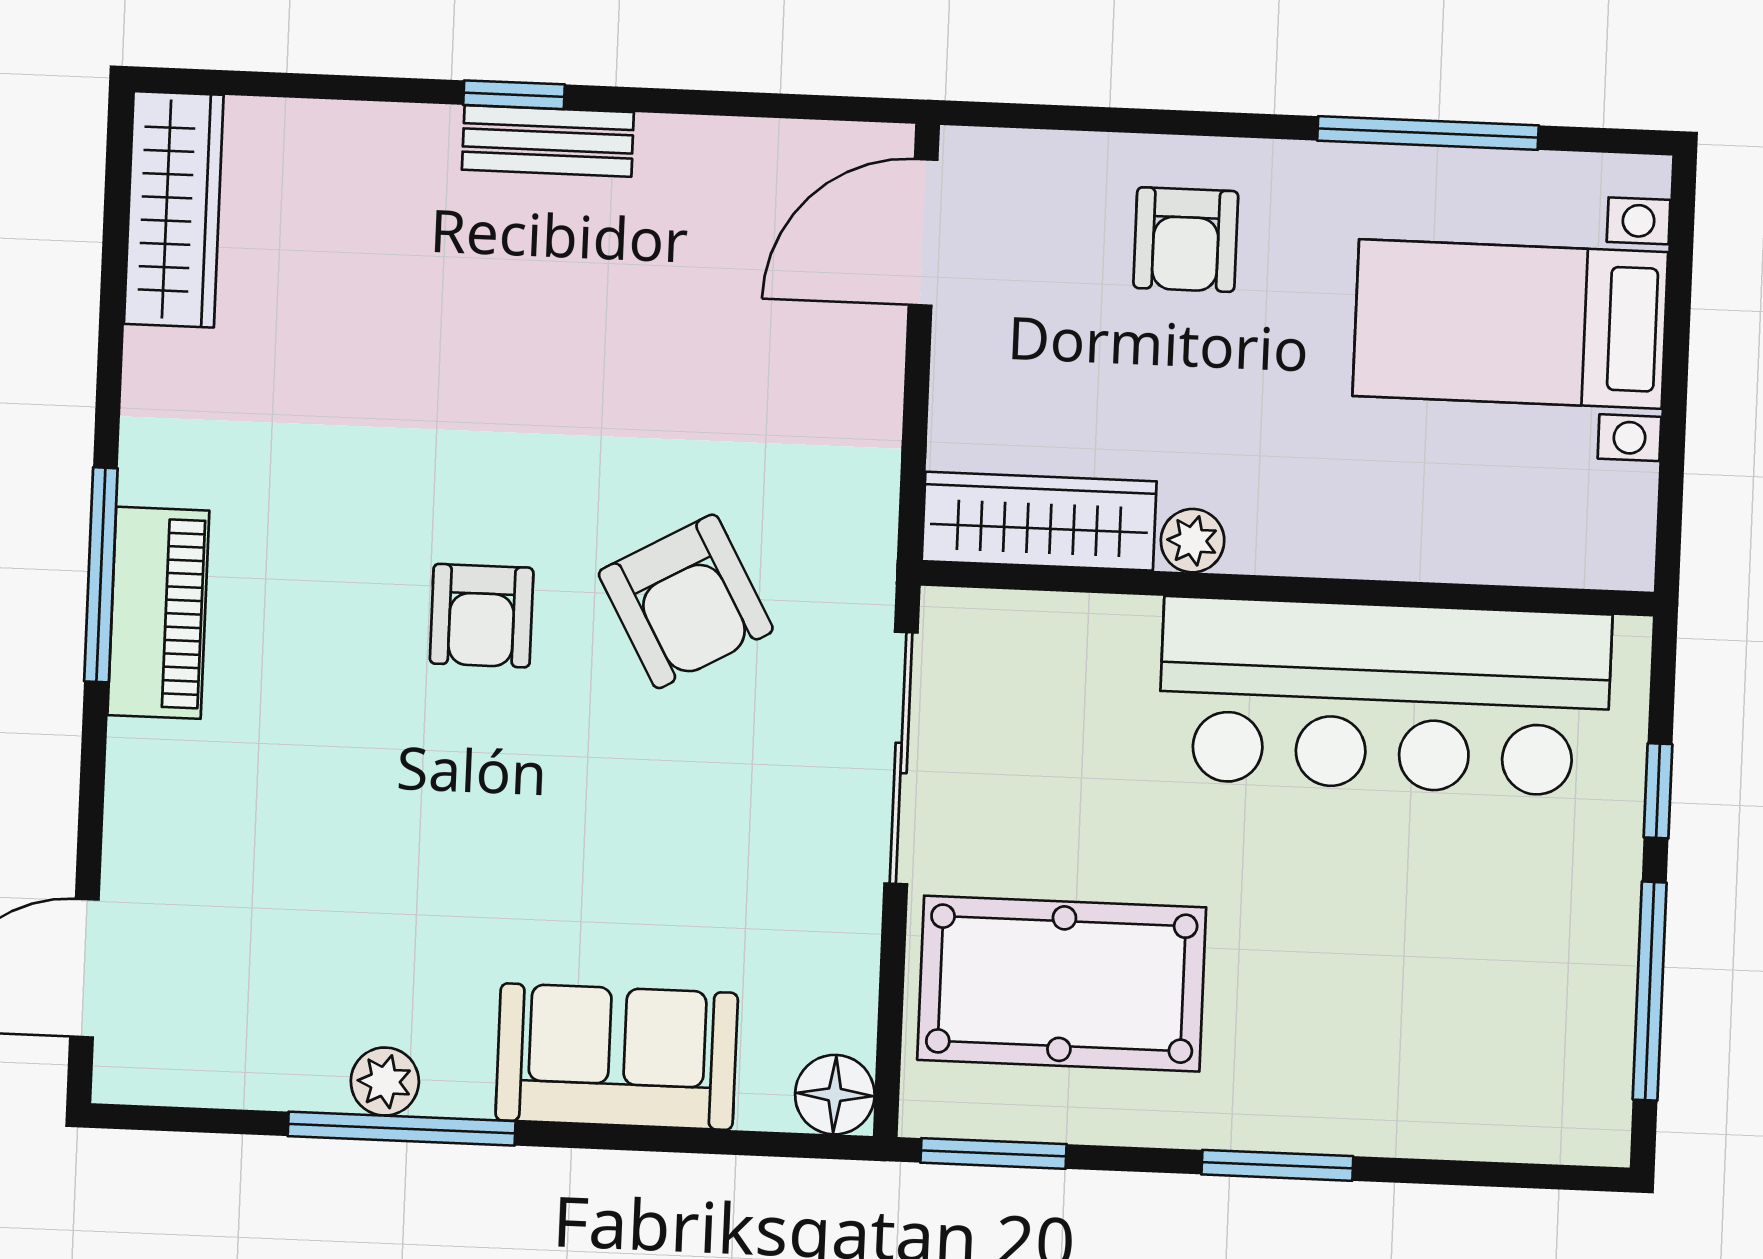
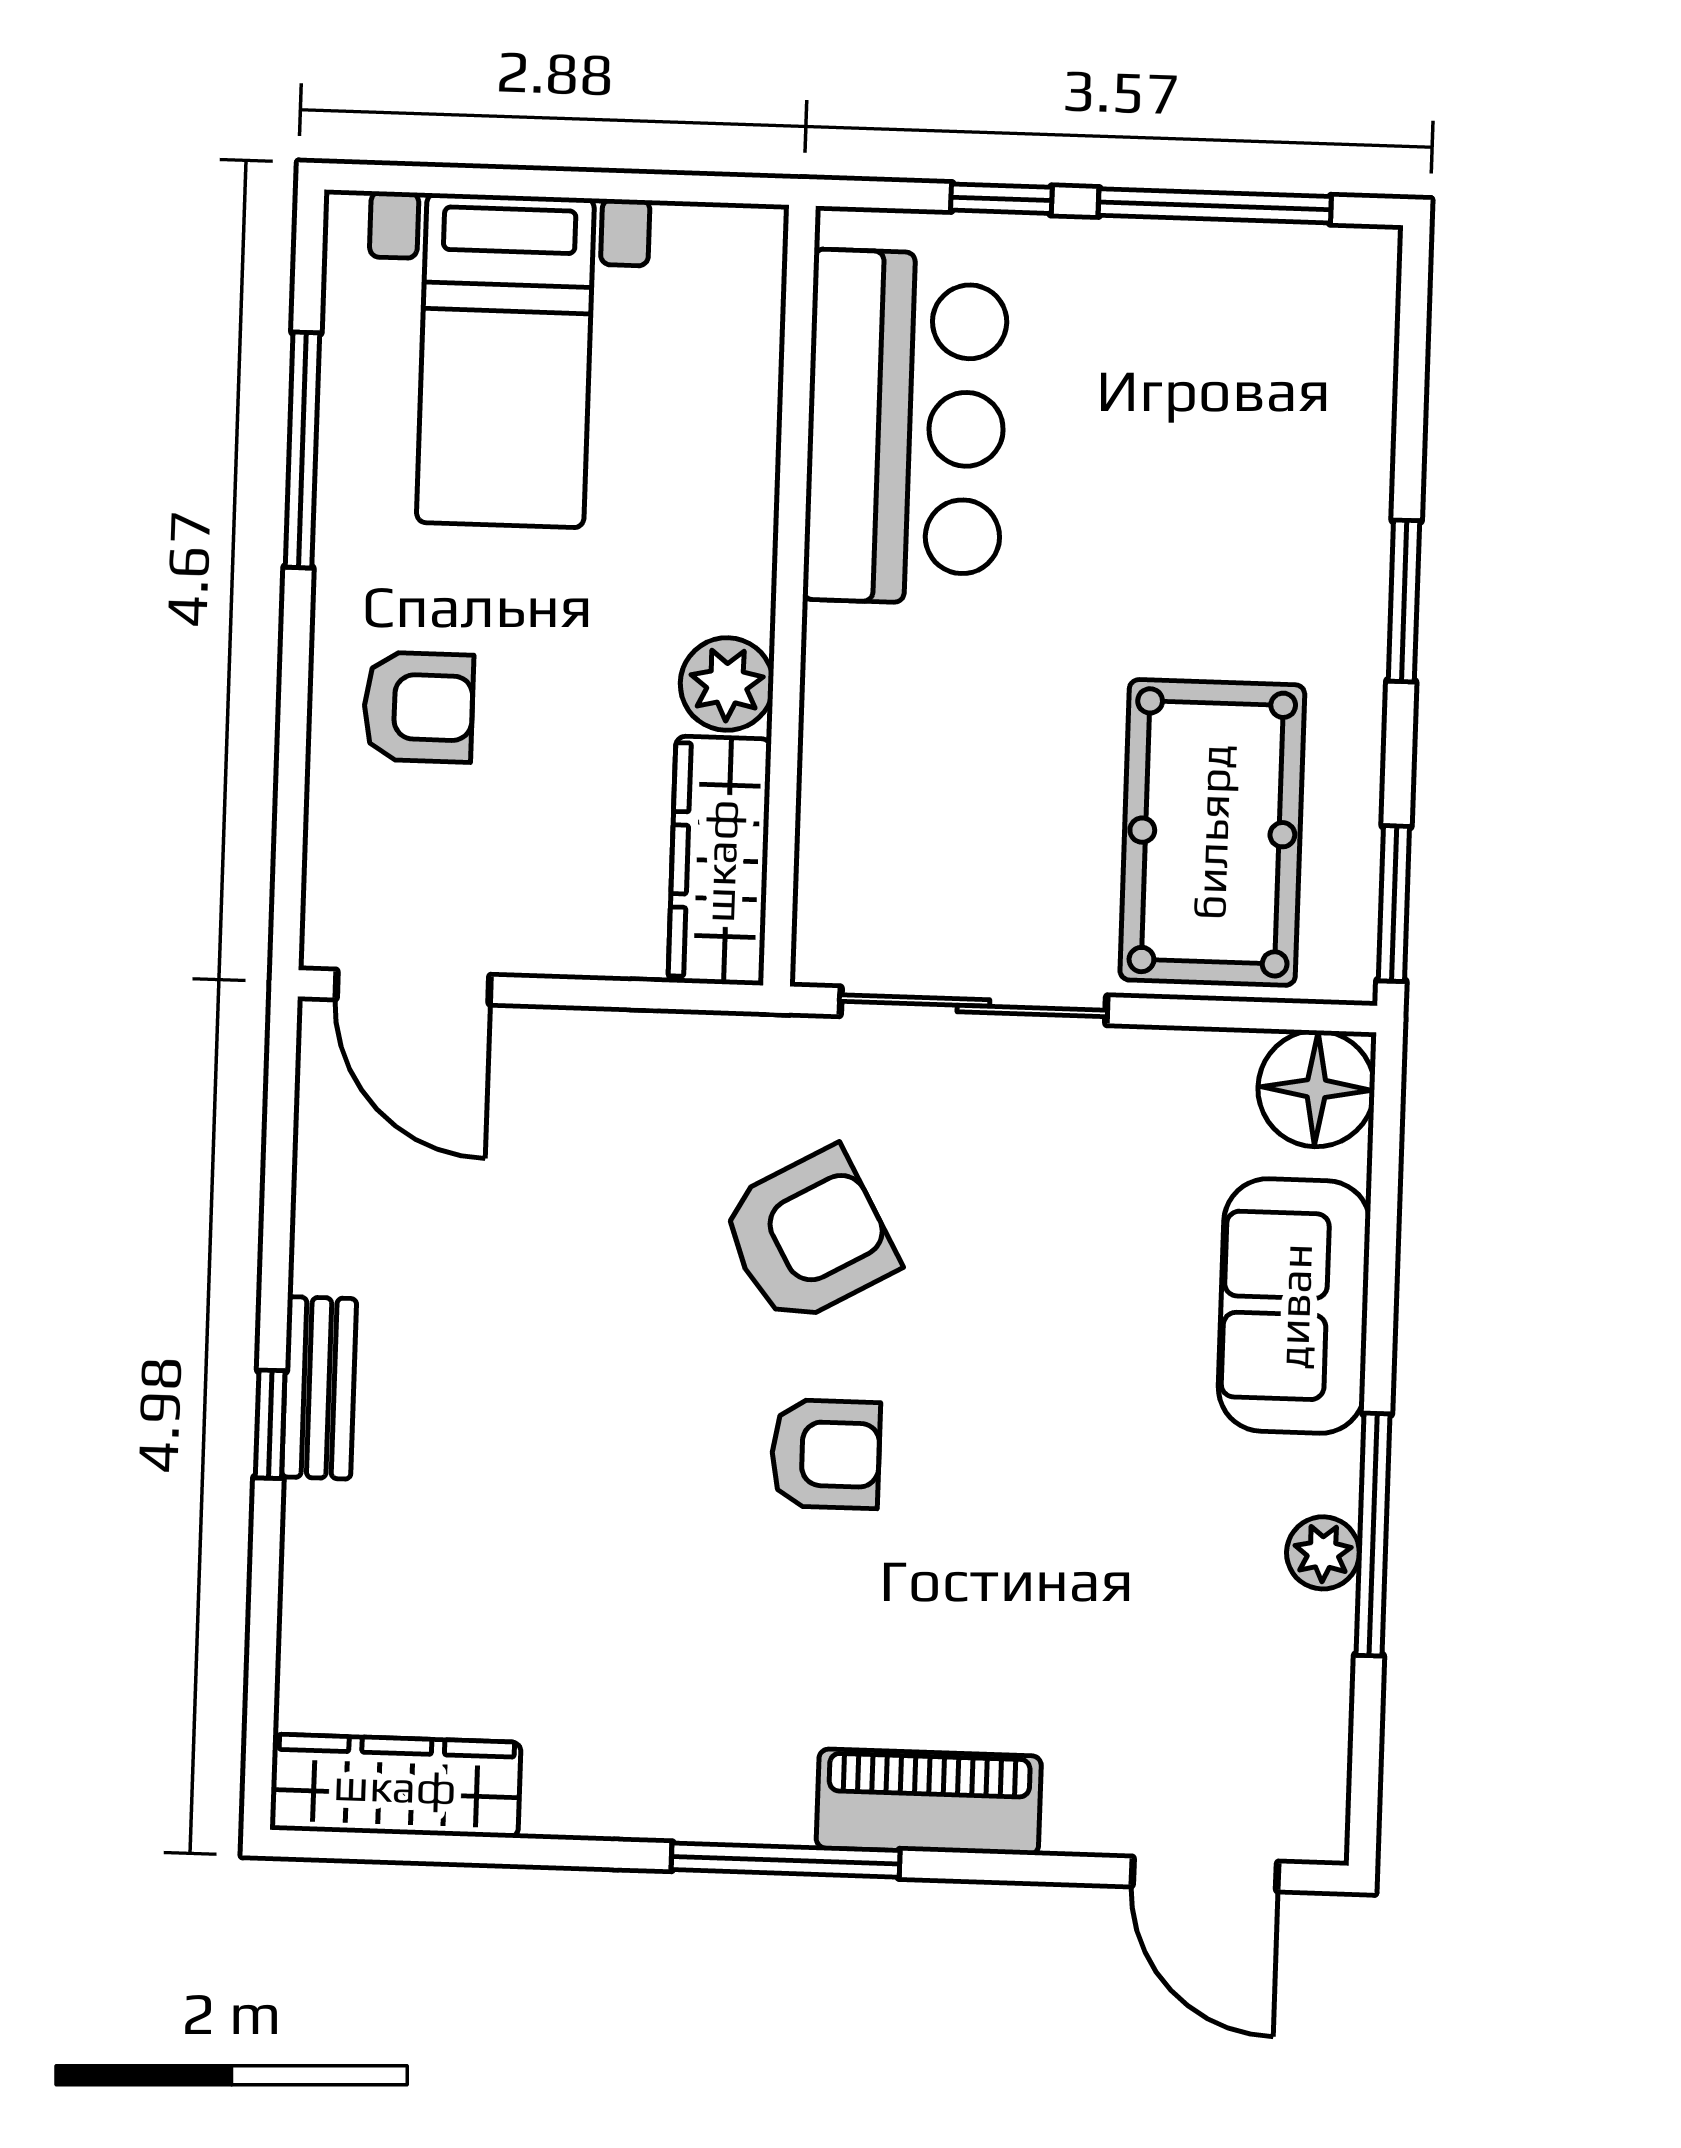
plant: (1193, 541) -> (727, 684), width x1.38, depth x1.38
piano: (158, 613) -> (929, 1802), moved
bar counter: (1385, 697) -> (906, 427), width x0.73
floor lamp: (835, 1095) -> (1316, 1089), width x1.38, depth x1.38

